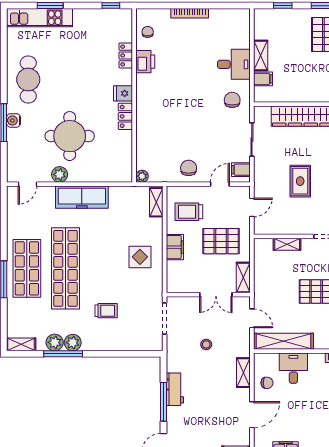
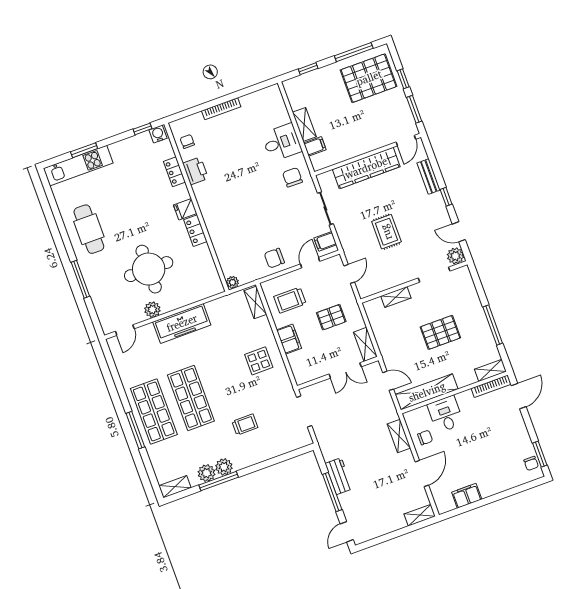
water cooler: (13, 120) -> (158, 134), moved, turned 90
chair: (189, 168) -> (274, 258), turned -90
pallet: (221, 241) -> (331, 317), width x0.67, depth x0.71
shop shelf: (65, 268) -> (191, 398), width x0.71
stool: (206, 344) -> (353, 422), removed

